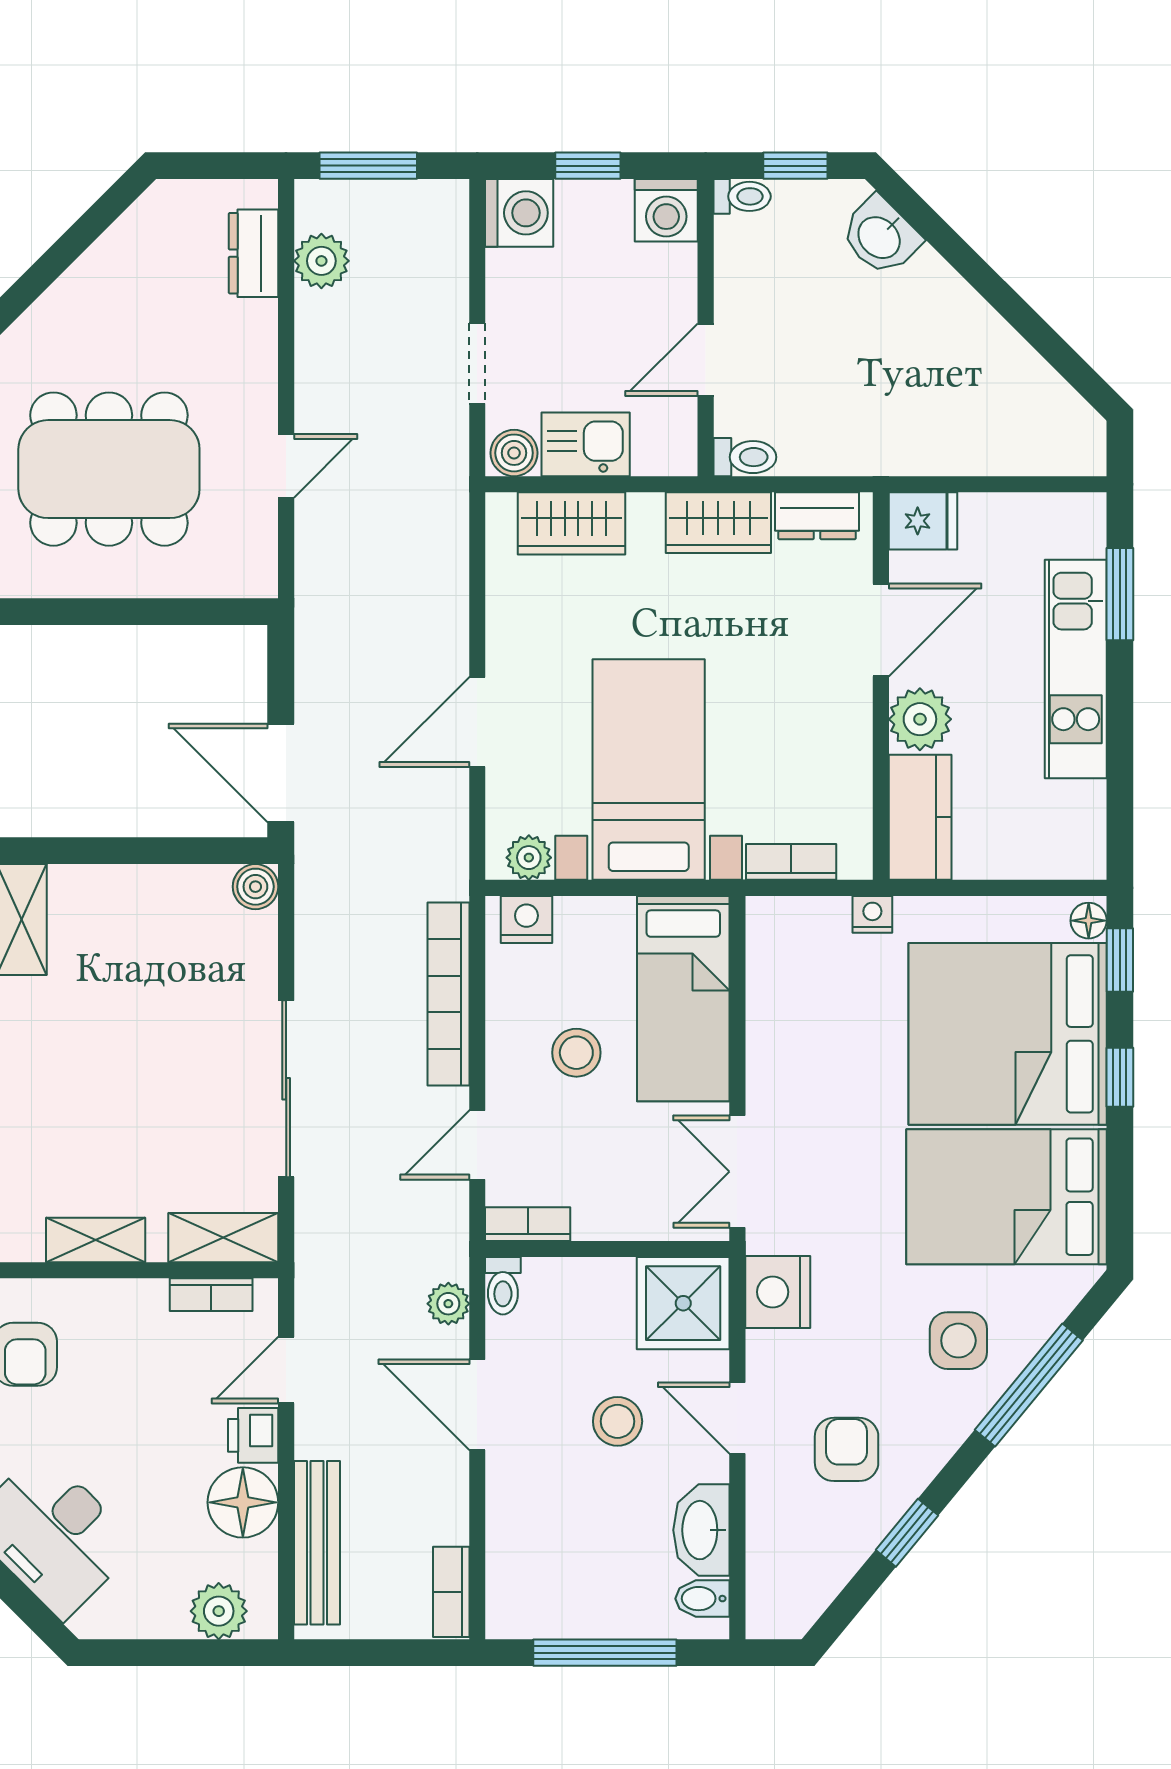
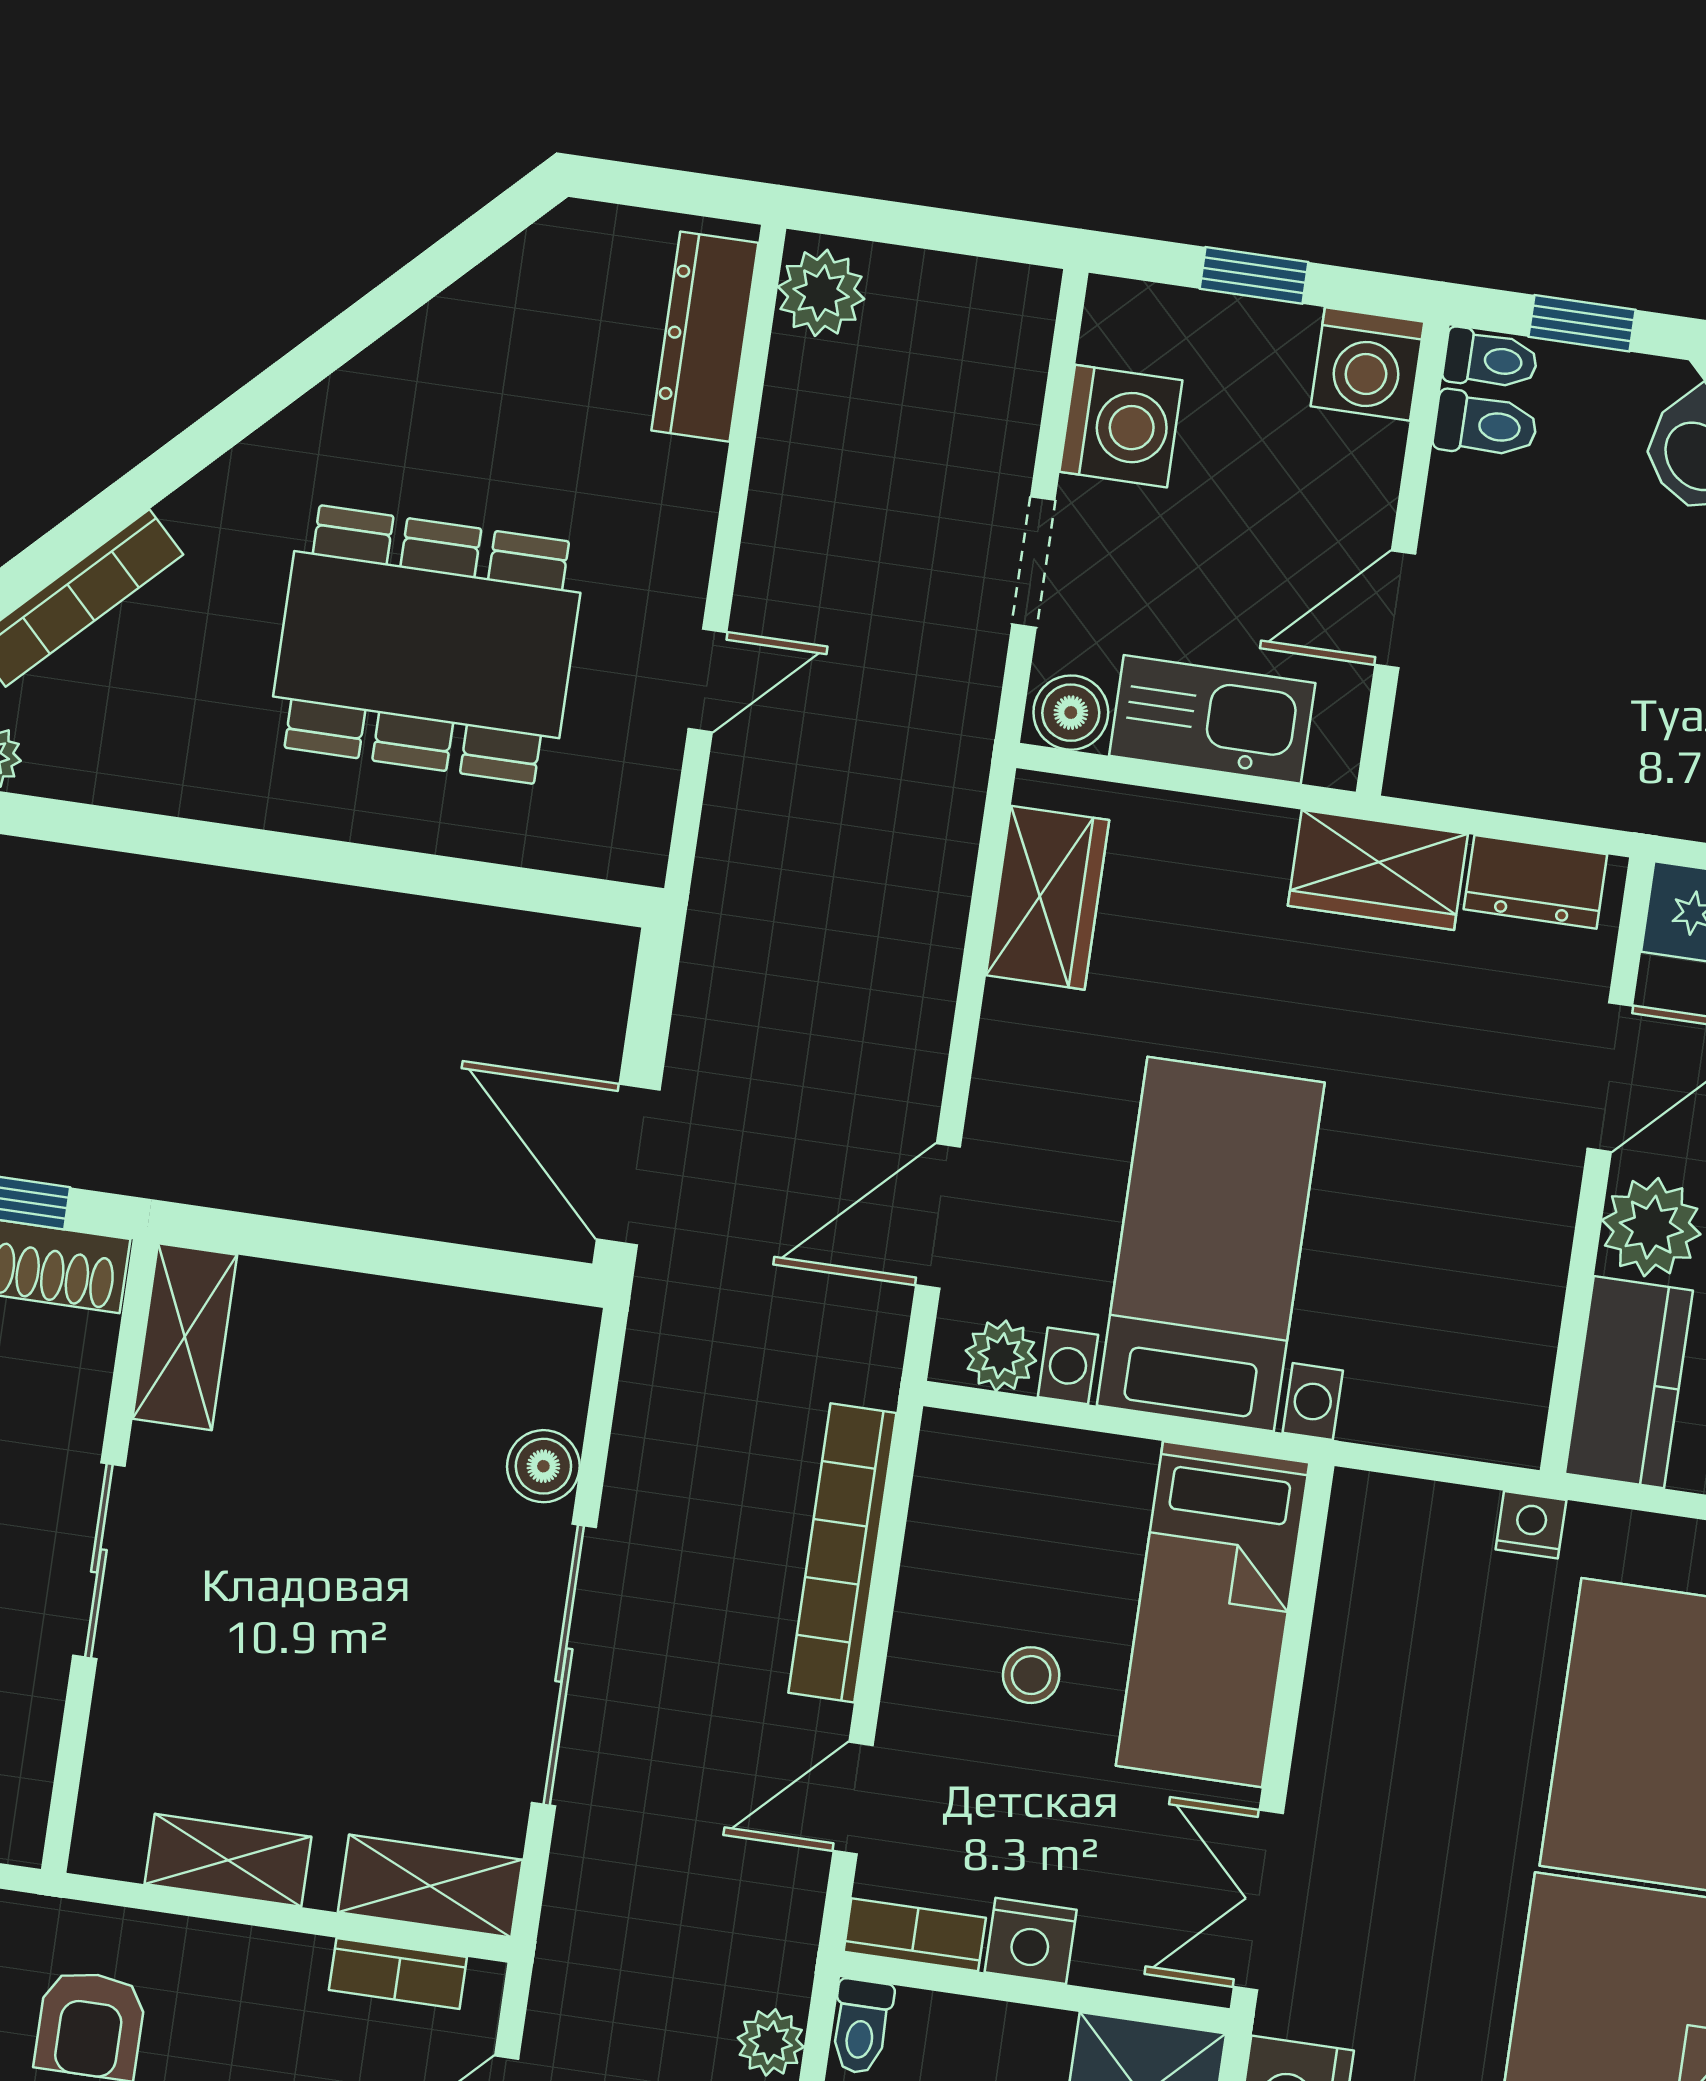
window: (368, 166) -> (907, 225), removed
washing machine: (519, 213) -> (1121, 426), moved
dresser: (253, 253) -> (705, 337), width x1.44
plant: (321, 261) -> (821, 293), moved
kitchen sink: (586, 444) -> (1212, 719), width x1.38
toilet: (745, 457) -> (1486, 425), moved
wardrobe: (572, 523) -> (1048, 898), moved, turned -90
door: (477, 722) -> (938, 1216), moved
bookcase: (791, 862) -> (1415, 1423), removed
boiler: (255, 887) -> (543, 1466), moved
nightstand: (526, 919) -> (1031, 1941), moved, turned 180
stool: (576, 1053) -> (1031, 1675), width x0.73, depth x0.73

